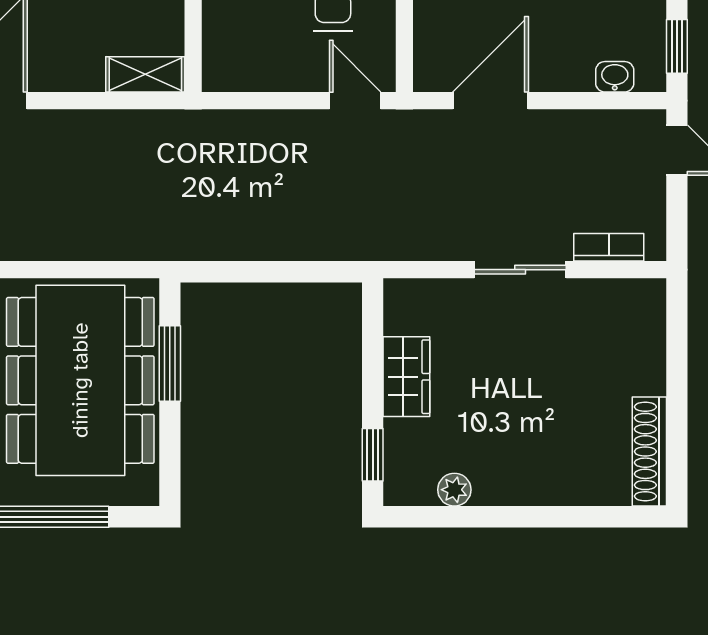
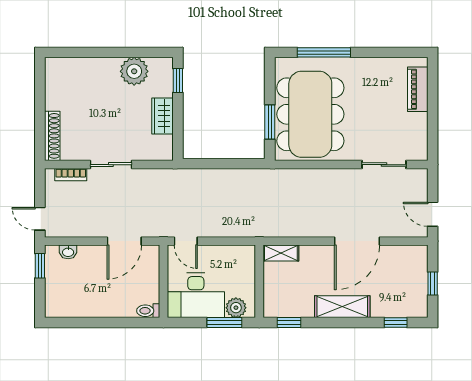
shoe rack: (649, 452) -> (52, 136), moved
plant: (454, 490) -> (134, 71), width x1.88, depth x1.88

